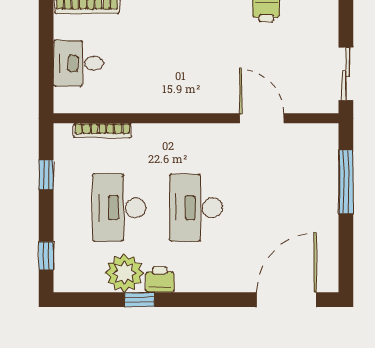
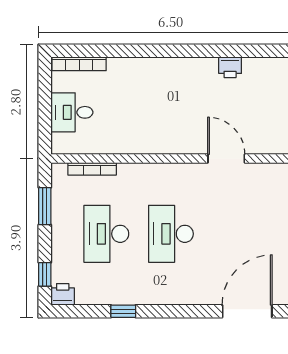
window: (46, 175) -> (45, 206), width x1.50
plant: (124, 273) -> (111, 289), removed
printer: (160, 280) -> (63, 294), moved

